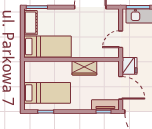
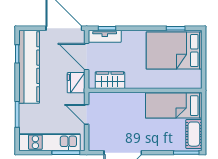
door: (121, 39) -> (87, 114), swing flipped
wardrobe: (84, 68) -> (110, 80), moved
bed: (47, 93) -> (174, 51), width x1.50

